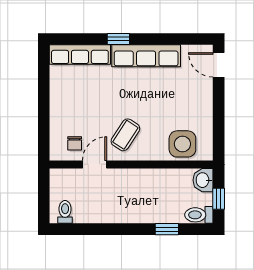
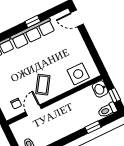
window: (118, 39) -> (33, 22), moved

